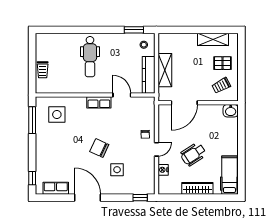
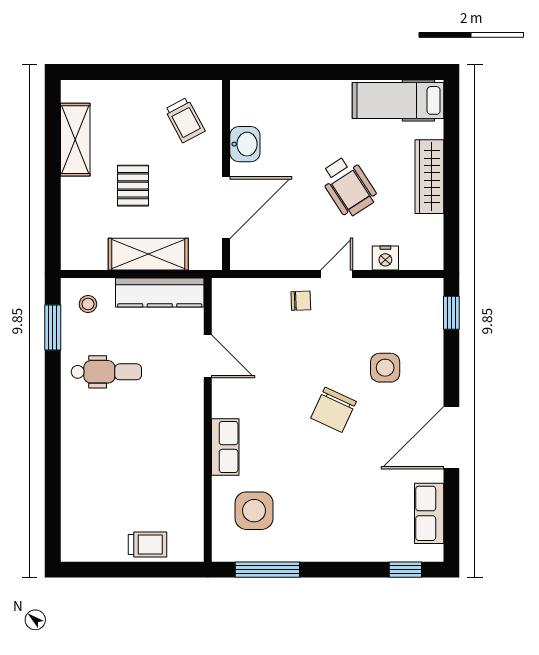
dental chair: (90, 57) -> (106, 372), moved, width x0.73, depth x0.72
pallet: (223, 63) -> (133, 186), moved
door: (122, 95) -> (208, 356), swing flipped
row of seats: (99, 102) -> (225, 447), moved
door: (184, 103) -> (226, 208), hinge flipped
washbasin: (231, 111) -> (245, 144), moved
door: (156, 149) -> (337, 274), hinge flipped

